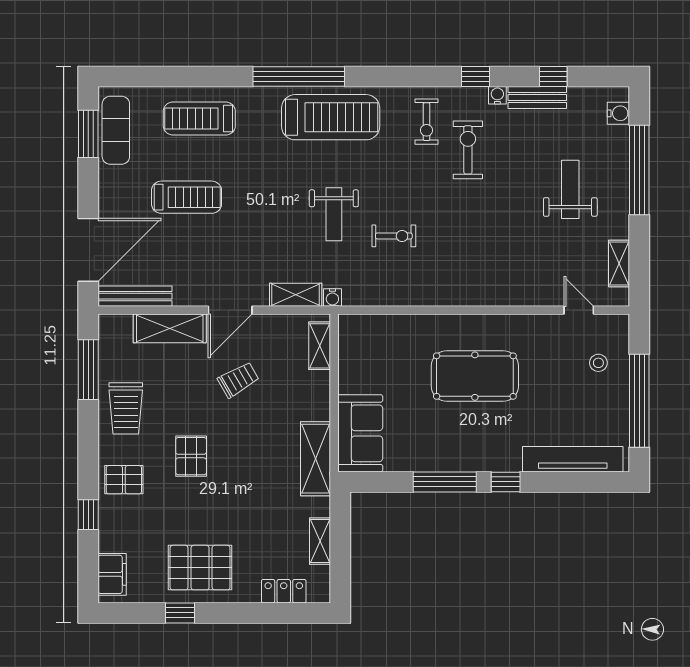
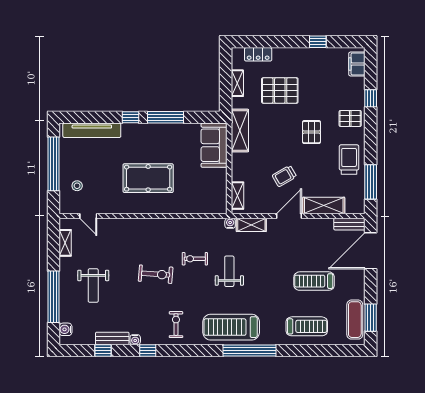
exercise bike: (468, 150) -> (156, 274), moved, turned -86
bench: (135, 296) -> (349, 224), width x0.73
pallet: (200, 568) -> (280, 90), moved

